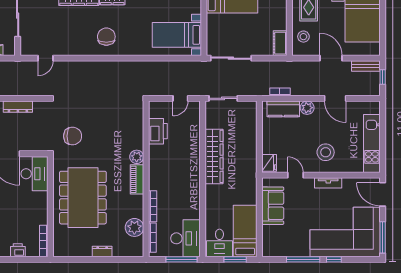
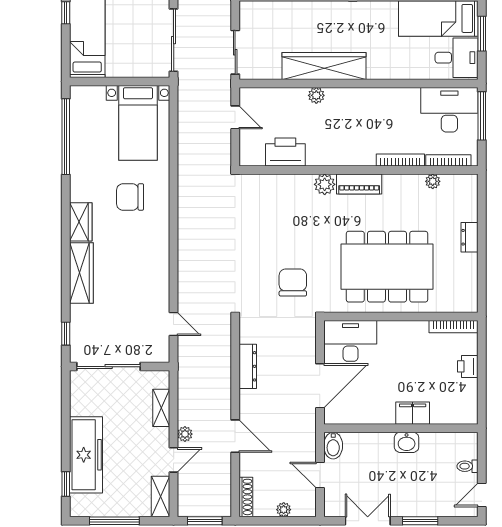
chair: (106, 37) -> (130, 197), moved
plant: (195, 151) -> (316, 95), added
plant: (134, 227) -> (433, 181), width x0.53, depth x0.53

